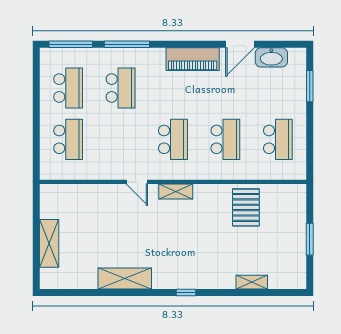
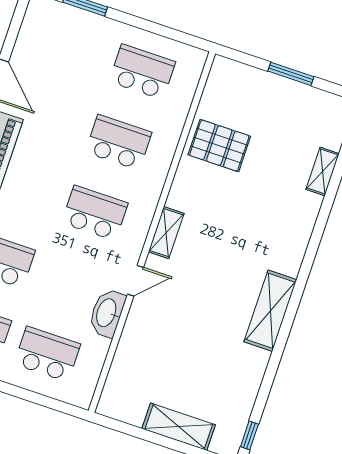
washbasin: (271, 57) -> (107, 313), moved, turned 180
shelving: (125, 279) -> (270, 311), moved
window: (186, 293) -> (249, 435), moved

